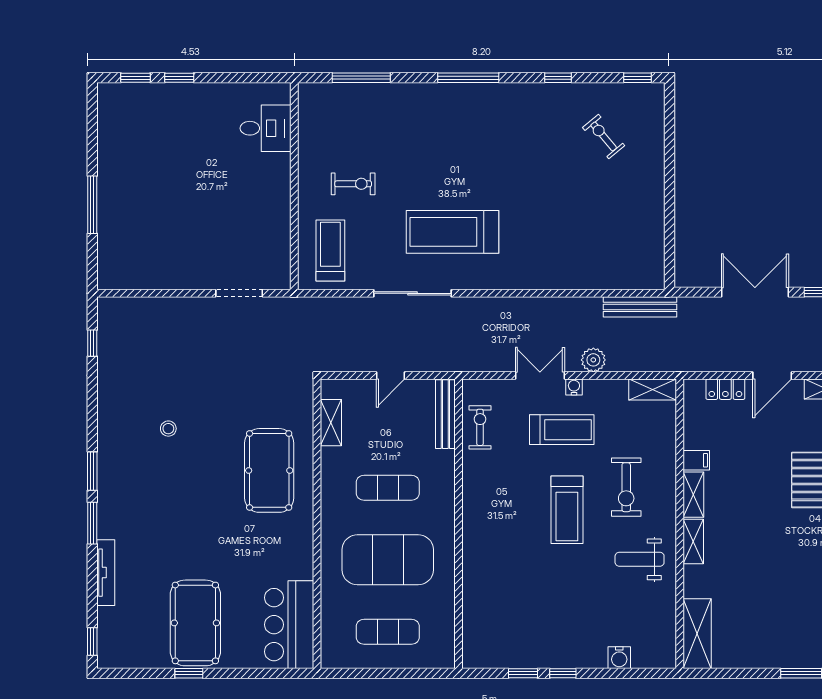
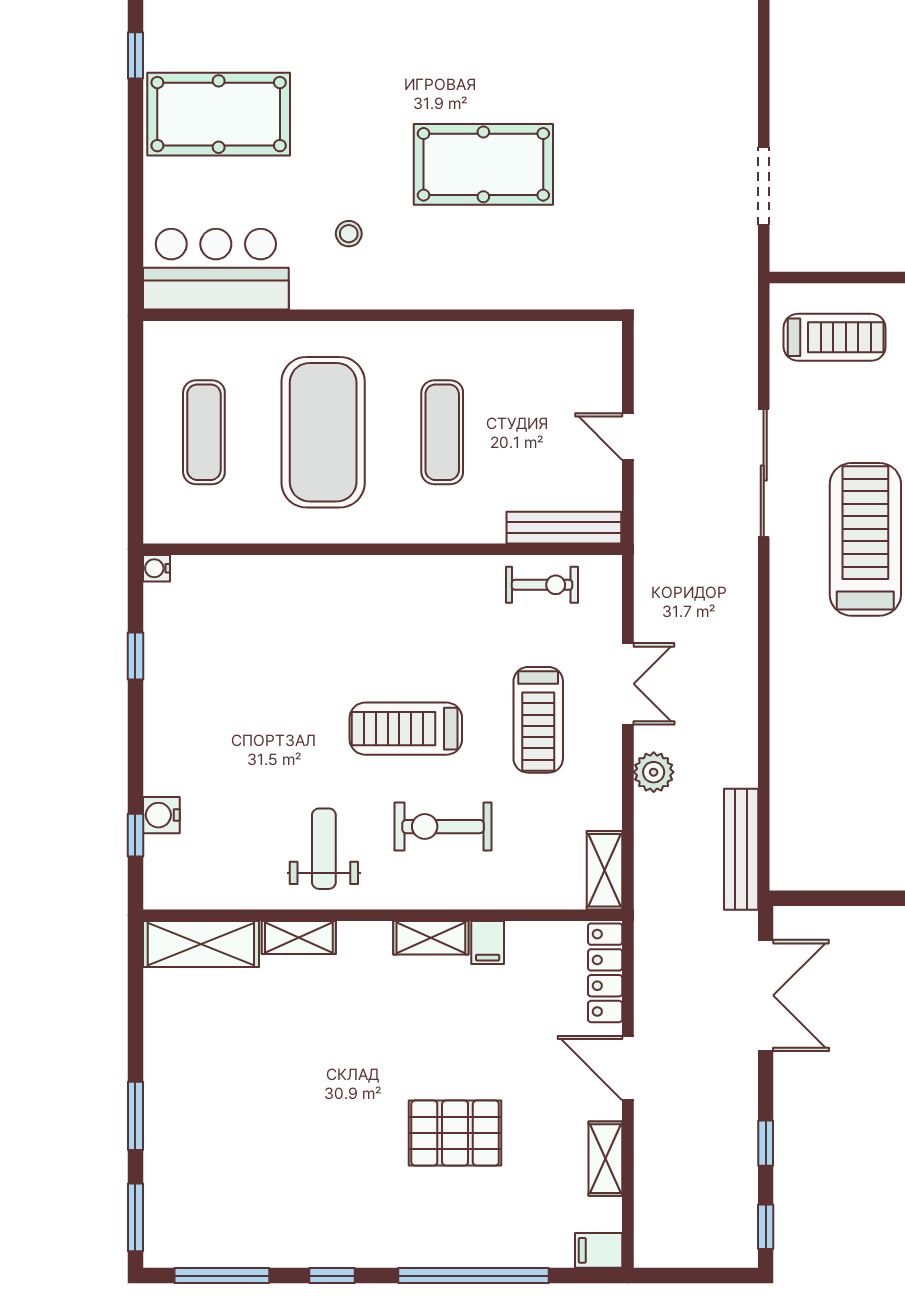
double door: (755, 292) -> (766, 995), moved
water cooler: (574, 387) -> (156, 568), moved, turned 180
locker: (725, 389) -> (605, 973), width x1.53
shelving: (331, 423) -> (550, 338), removed
stool: (168, 429) -> (349, 234), moved
pool table: (269, 470) -> (483, 164), moved
shelving: (693, 541) -> (299, 937), moved
window: (189, 673) -> (135, 55), moved
window: (563, 673) -> (135, 835), moved

